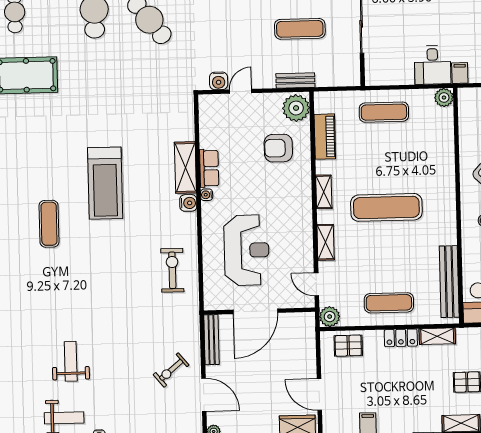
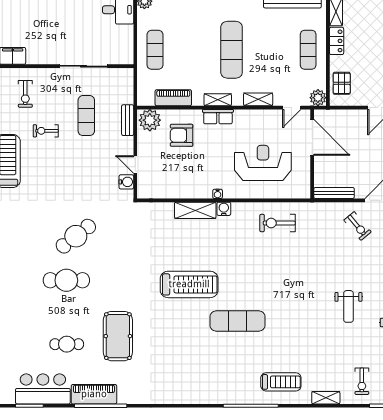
armchair: (278, 148) -> (182, 135), turned 90
row of seats: (209, 168) -> (218, 117), moved, turned 180
treadmill: (105, 183) -> (189, 284), moved
exercise mat: (49, 224) -> (238, 321), width x1.36, depth x1.45
door: (255, 311) -> (312, 137), moved
weight bench: (71, 361) -> (348, 306), turned -90

